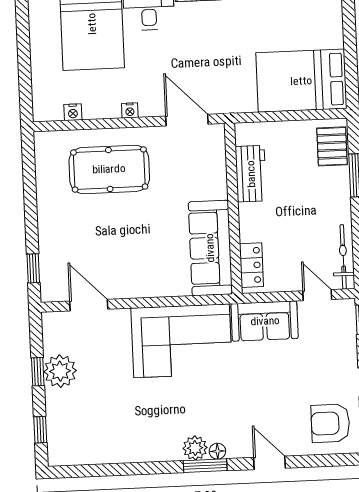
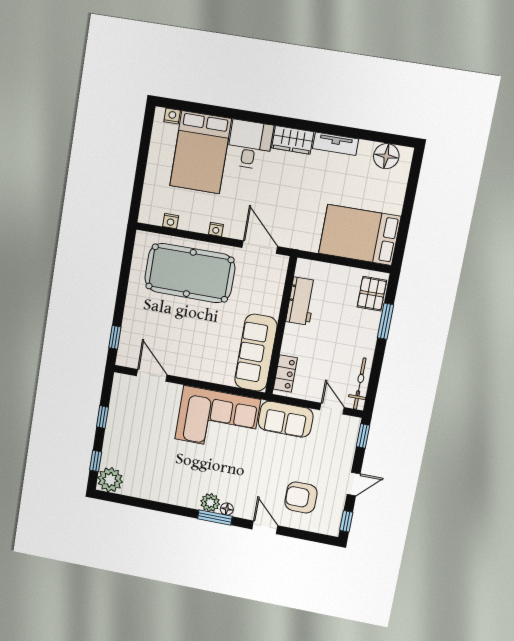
pool table: (109, 169) -> (190, 273), width x1.36, depth x1.32
plant: (60, 371) -> (110, 480), moved
armchair: (330, 423) -> (301, 497), moved

